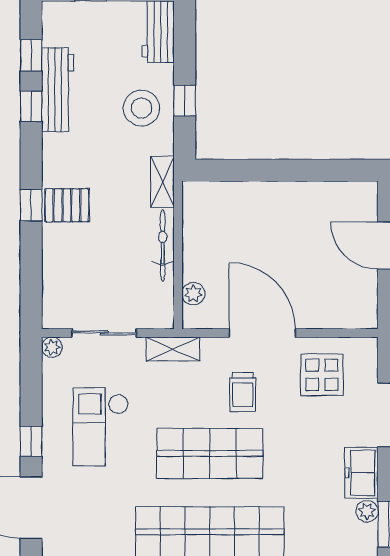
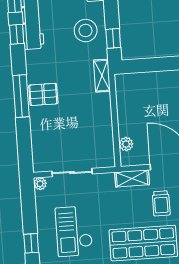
window: (185, 101) -> (113, 38), moved
window: (31, 205) -> (21, 96), width x2.17
bicycle: (163, 245) -> (105, 115), removed
shelving: (173, 349) -> (132, 178), moved

